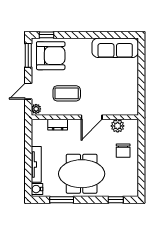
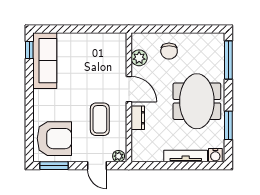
window: (46, 35) -> (29, 50), moved
armchair: (51, 56) -> (54, 139), turned 90
dresser: (58, 125) -> (138, 118), moved
chair: (123, 151) -> (169, 51), turned 90
window: (116, 200) -> (228, 60), width x2.17

